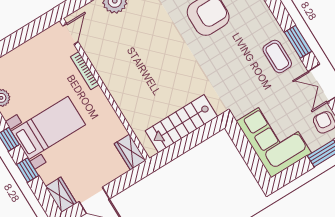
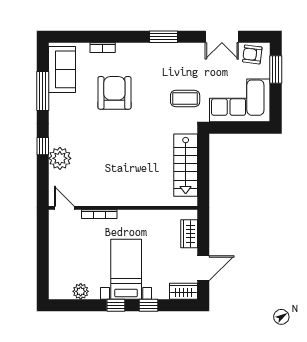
window: (298, 42) -> (164, 37), moved
coffee table: (277, 57) -> (185, 98), moved
wardrobe: (130, 152) -> (189, 234), moved, turned 90

